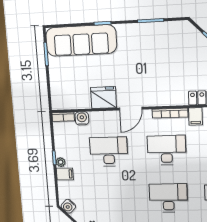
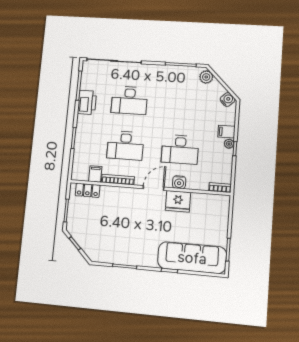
water cooler: (82, 118) -> (179, 182), moved

